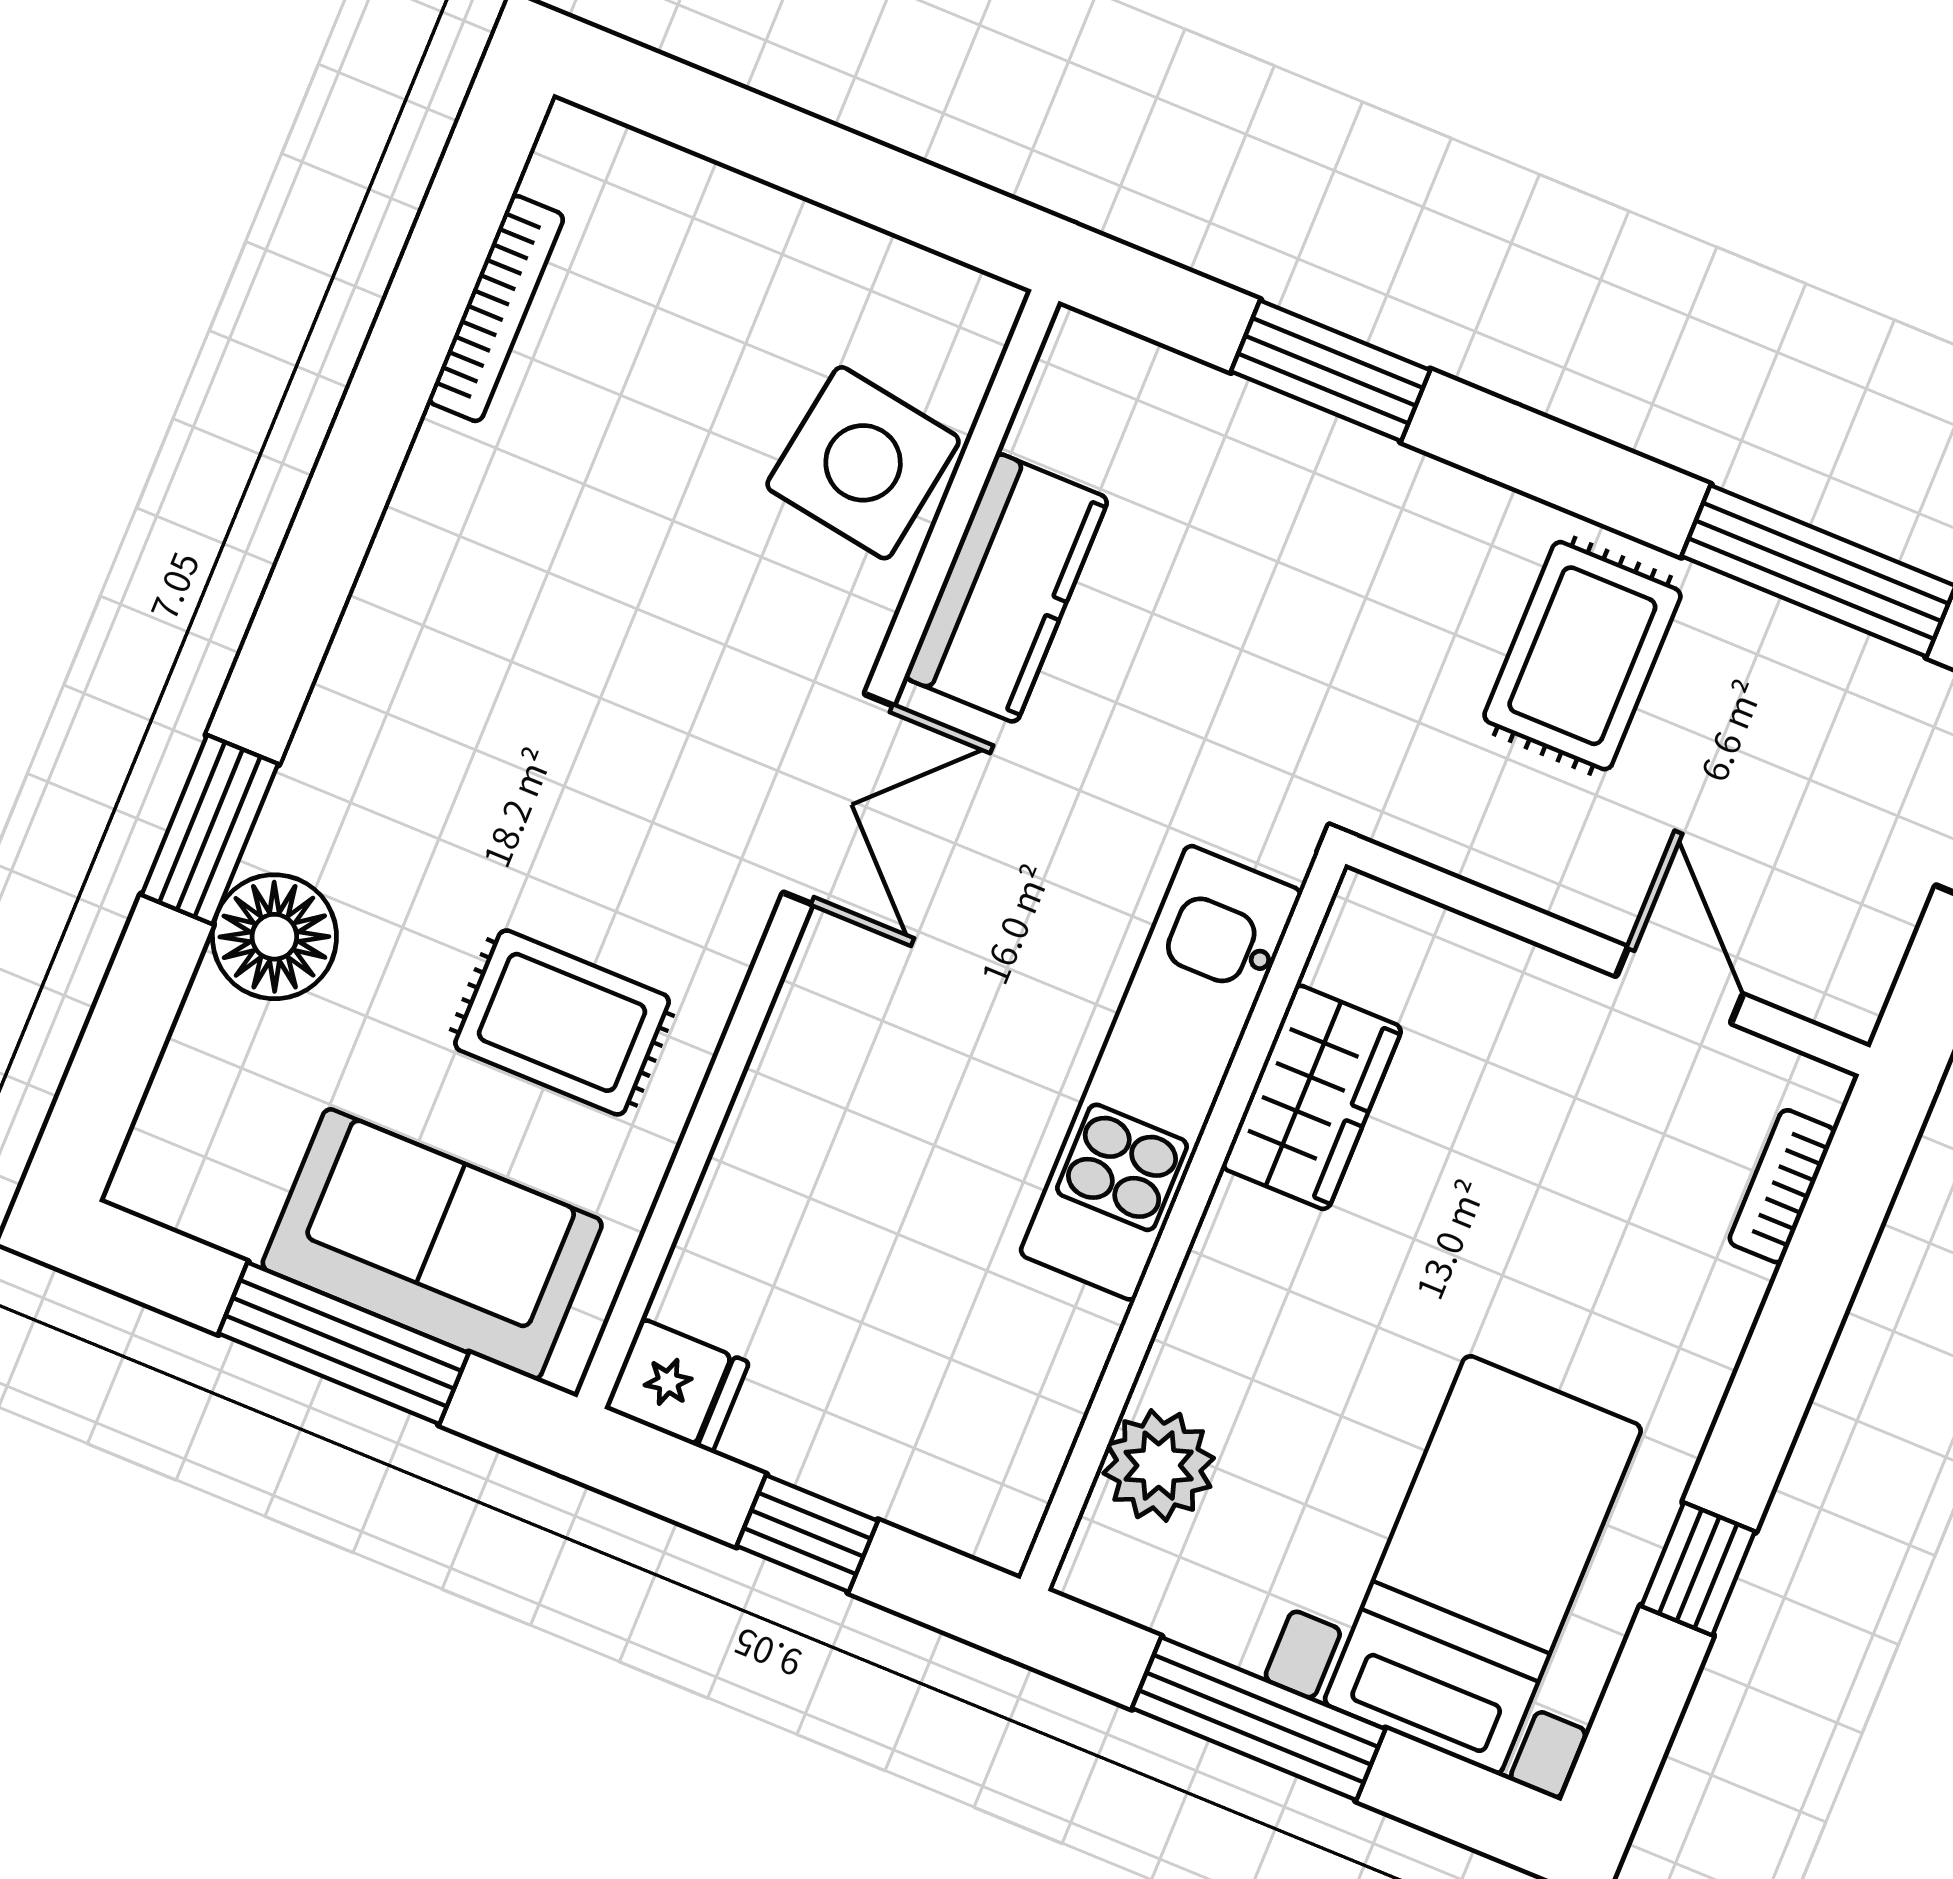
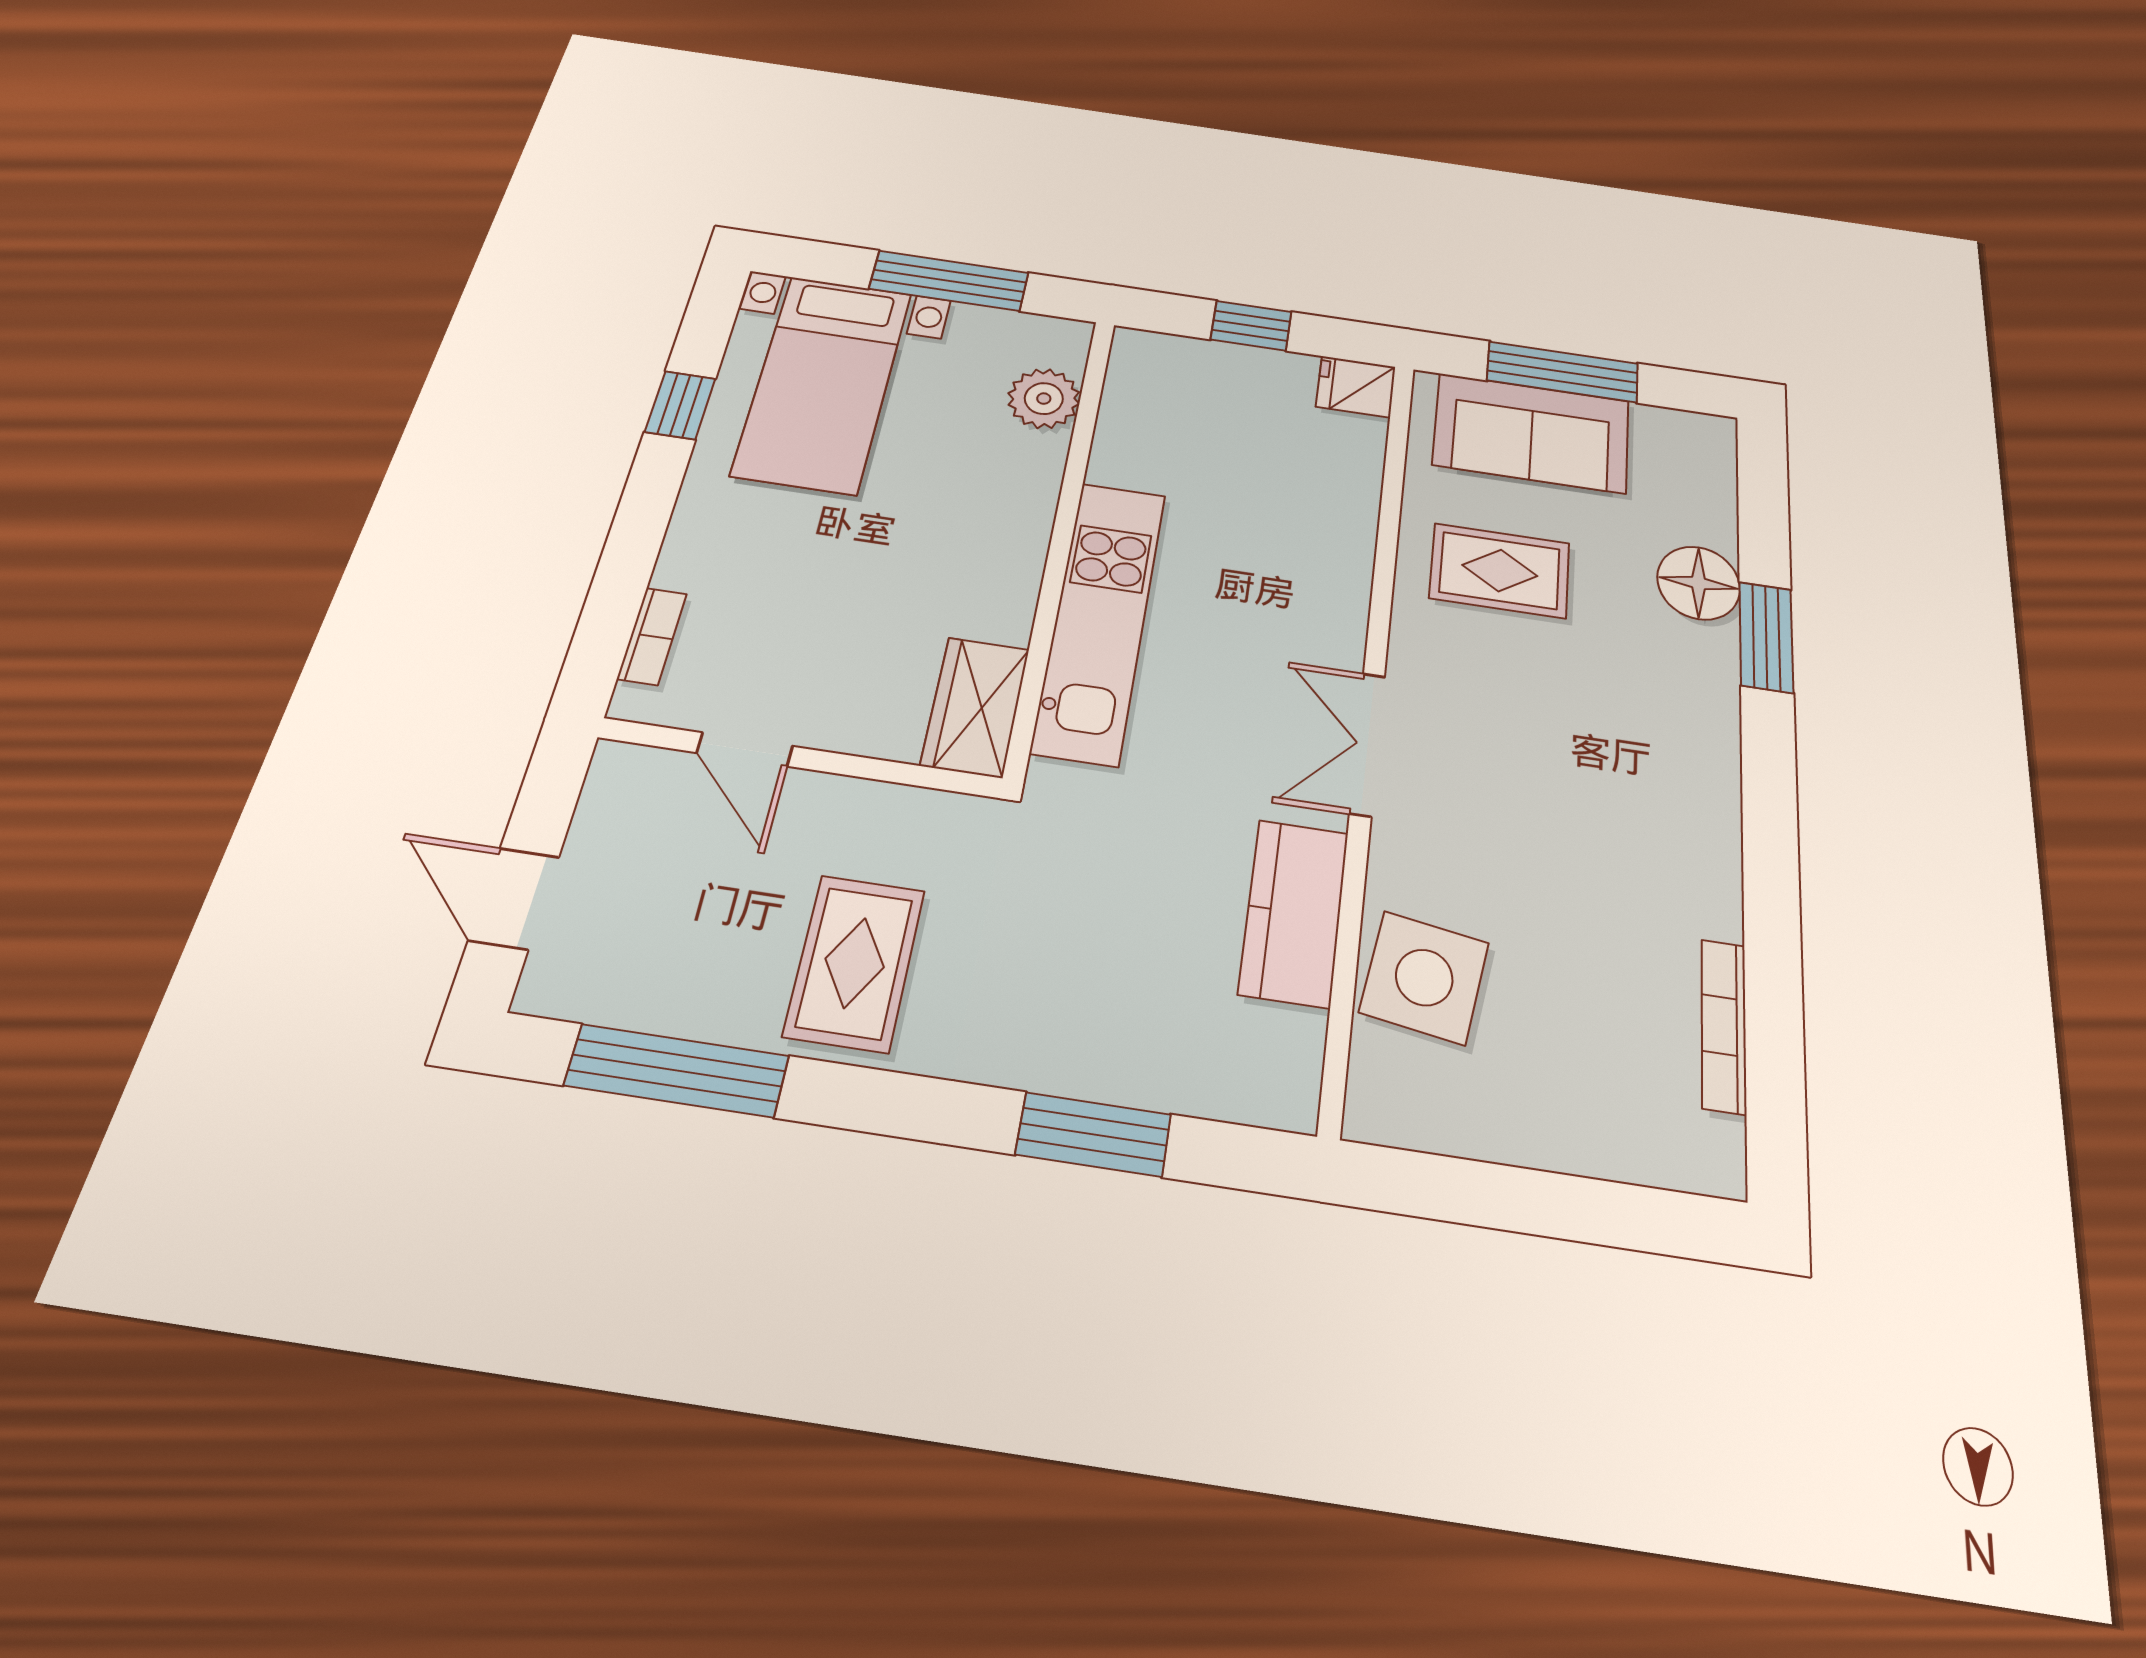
wardrobe: (1312, 1097) -> (975, 707), moved

